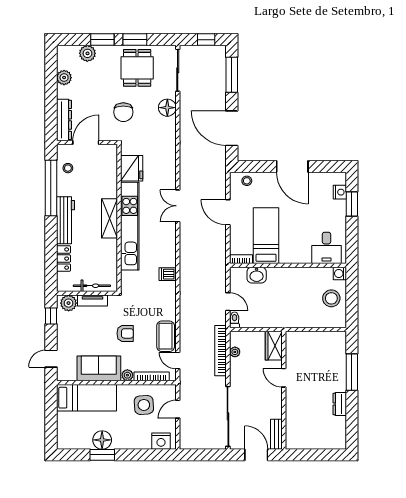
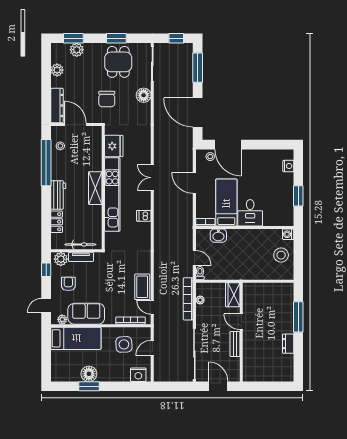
window: (102, 40) -> (73, 38), moved
door: (86, 143) -> (75, 125), hinge flipped
door: (292, 167) -> (228, 145), moved
window: (352, 204) -> (298, 196), moved
workbench: (65, 220) -> (58, 195), width x0.73
desk: (327, 248) -> (250, 213), moved
dishwasher: (168, 274) -> (144, 216), moved
armchair: (125, 333) -> (68, 284), moved, turned -90
plant: (127, 375) -> (62, 319), moved
bench: (276, 434) -> (235, 344), moved

